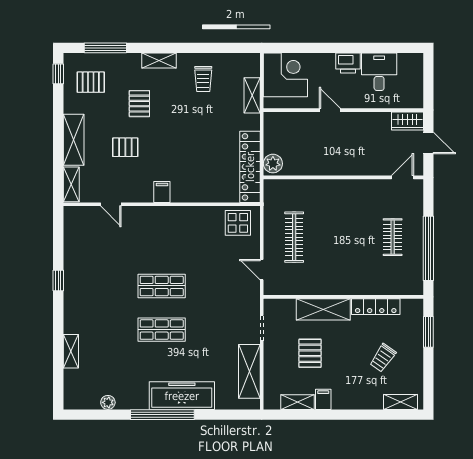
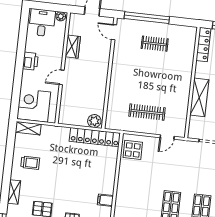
desk: (379, 72) -> (42, 23), moved, turned 90
shelving: (252, 95) -> (28, 128), moved
plant: (417, 99) -> (61, 16), added
wardrobe: (407, 121) -> (73, 47), moved
window: (428, 248) -> (147, 18), moved
locker: (376, 307) -> (203, 45), moved

